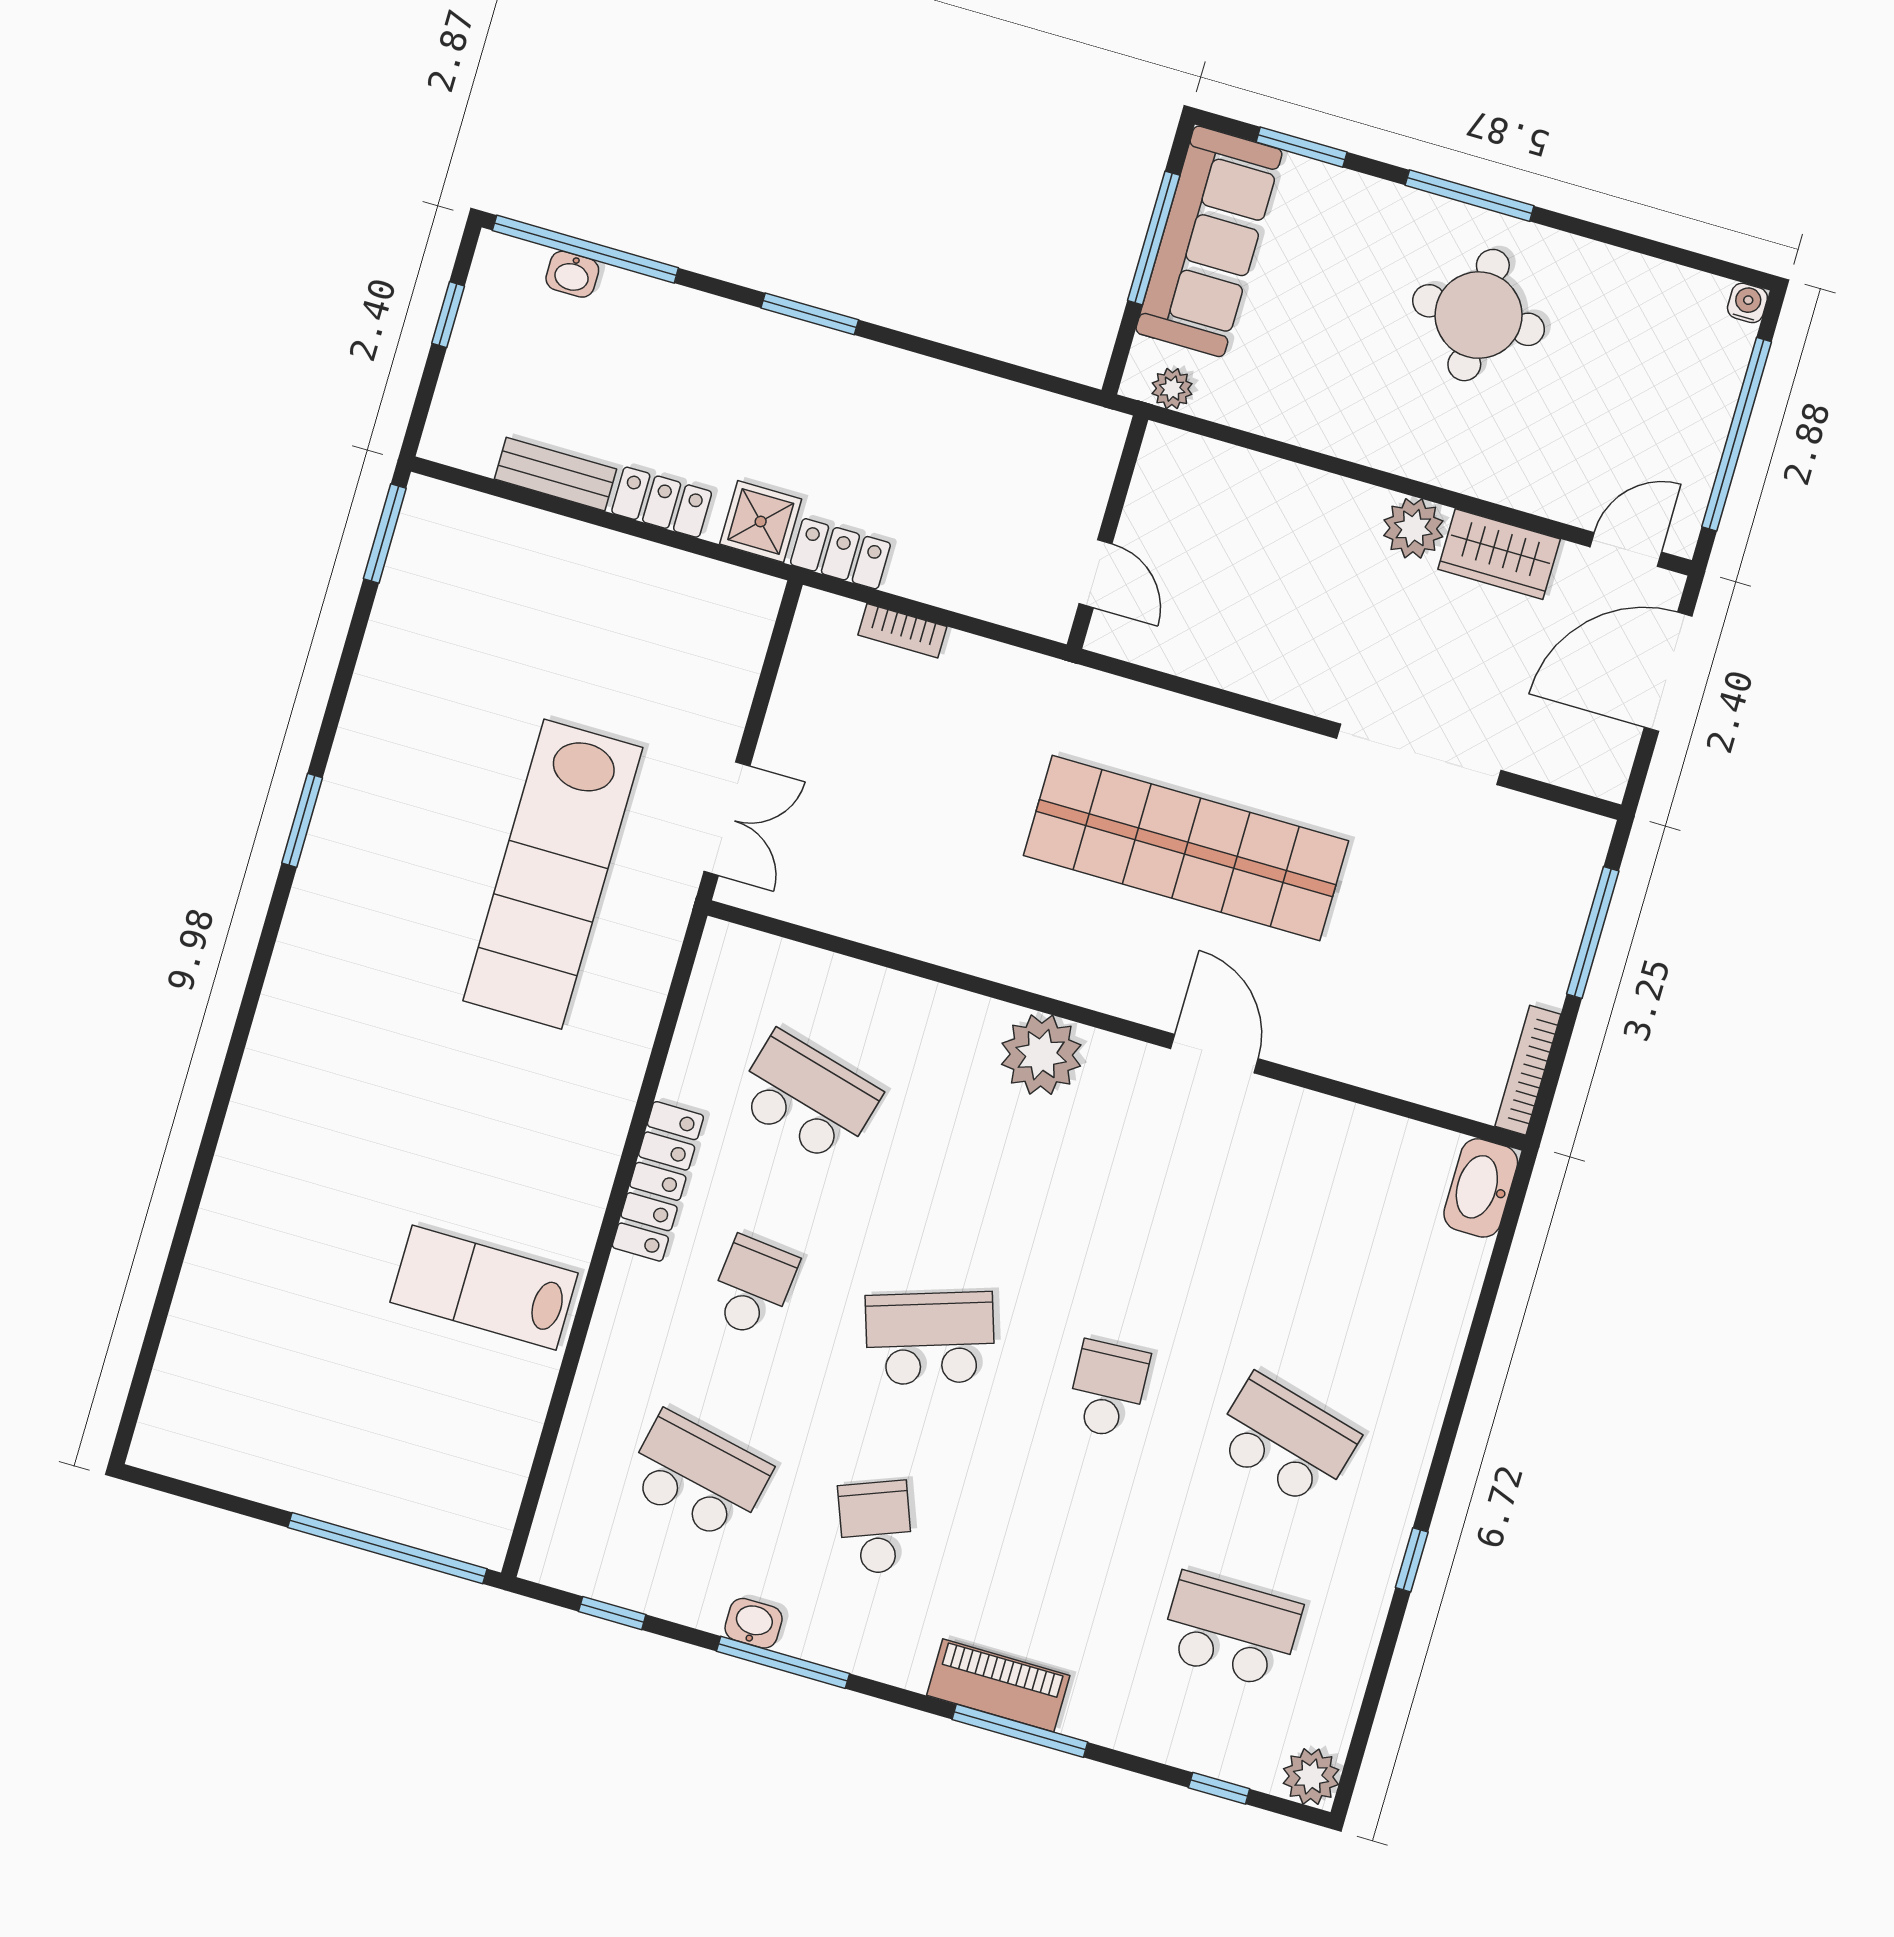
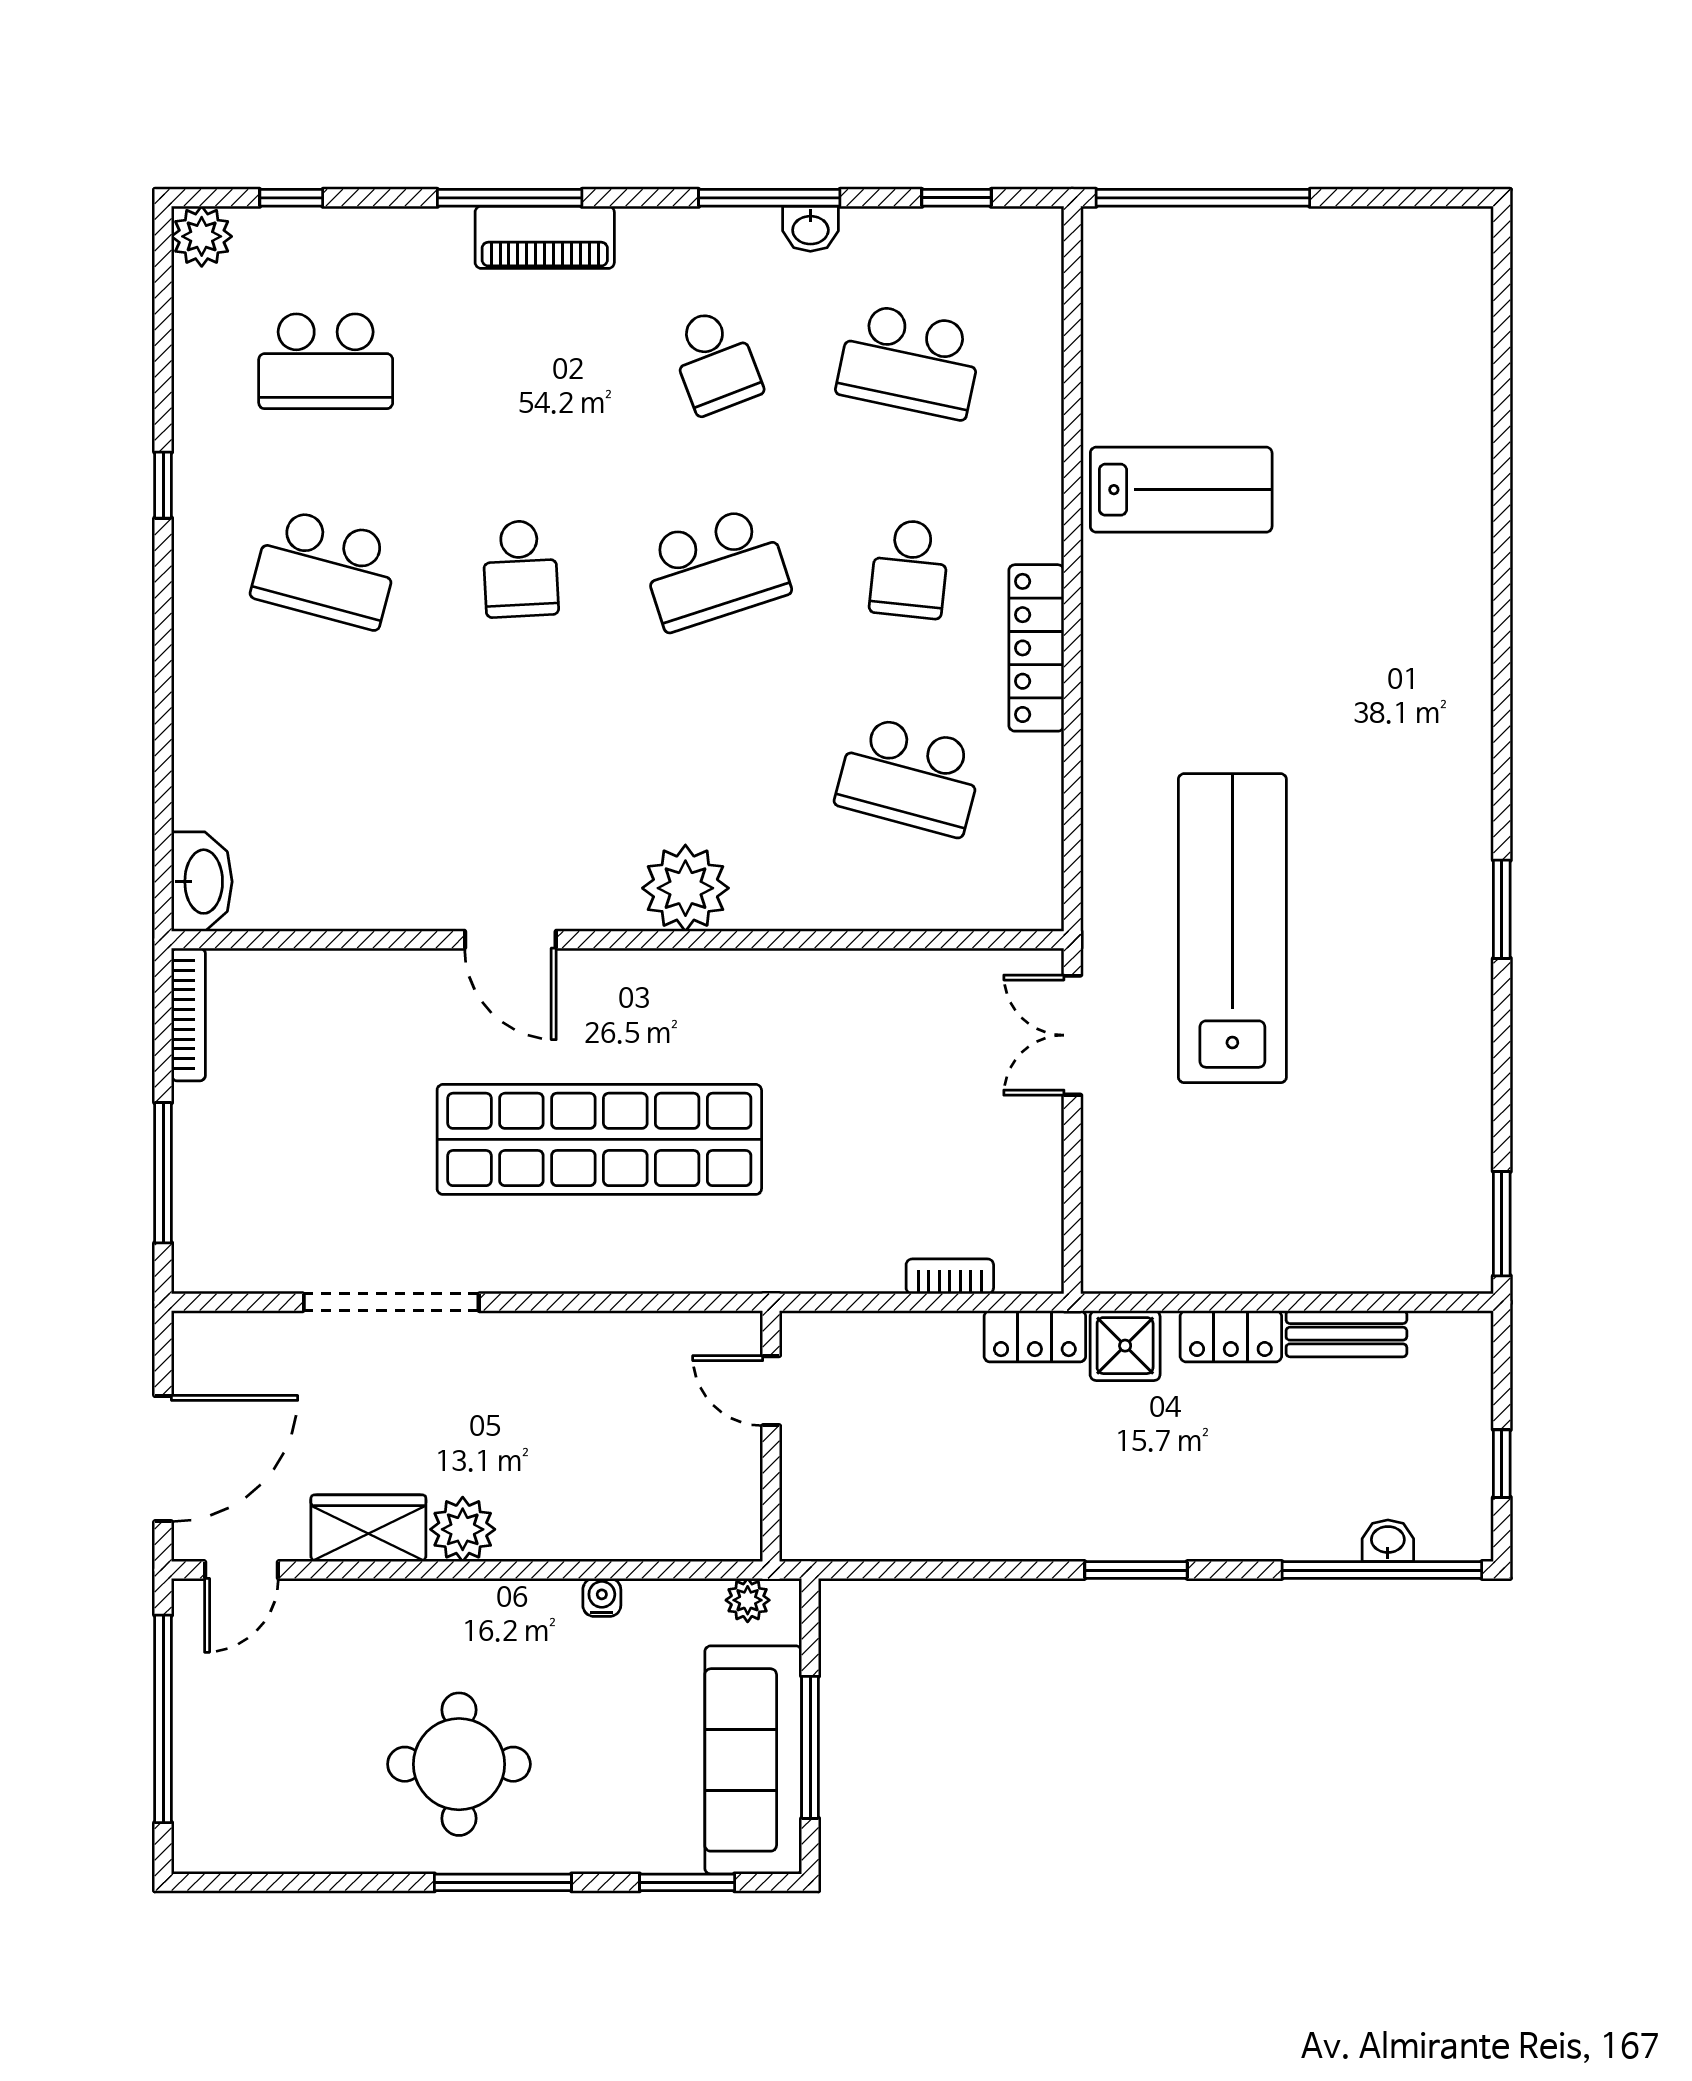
water cooler: (1747, 303) -> (602, 1597), moved, turned 180

